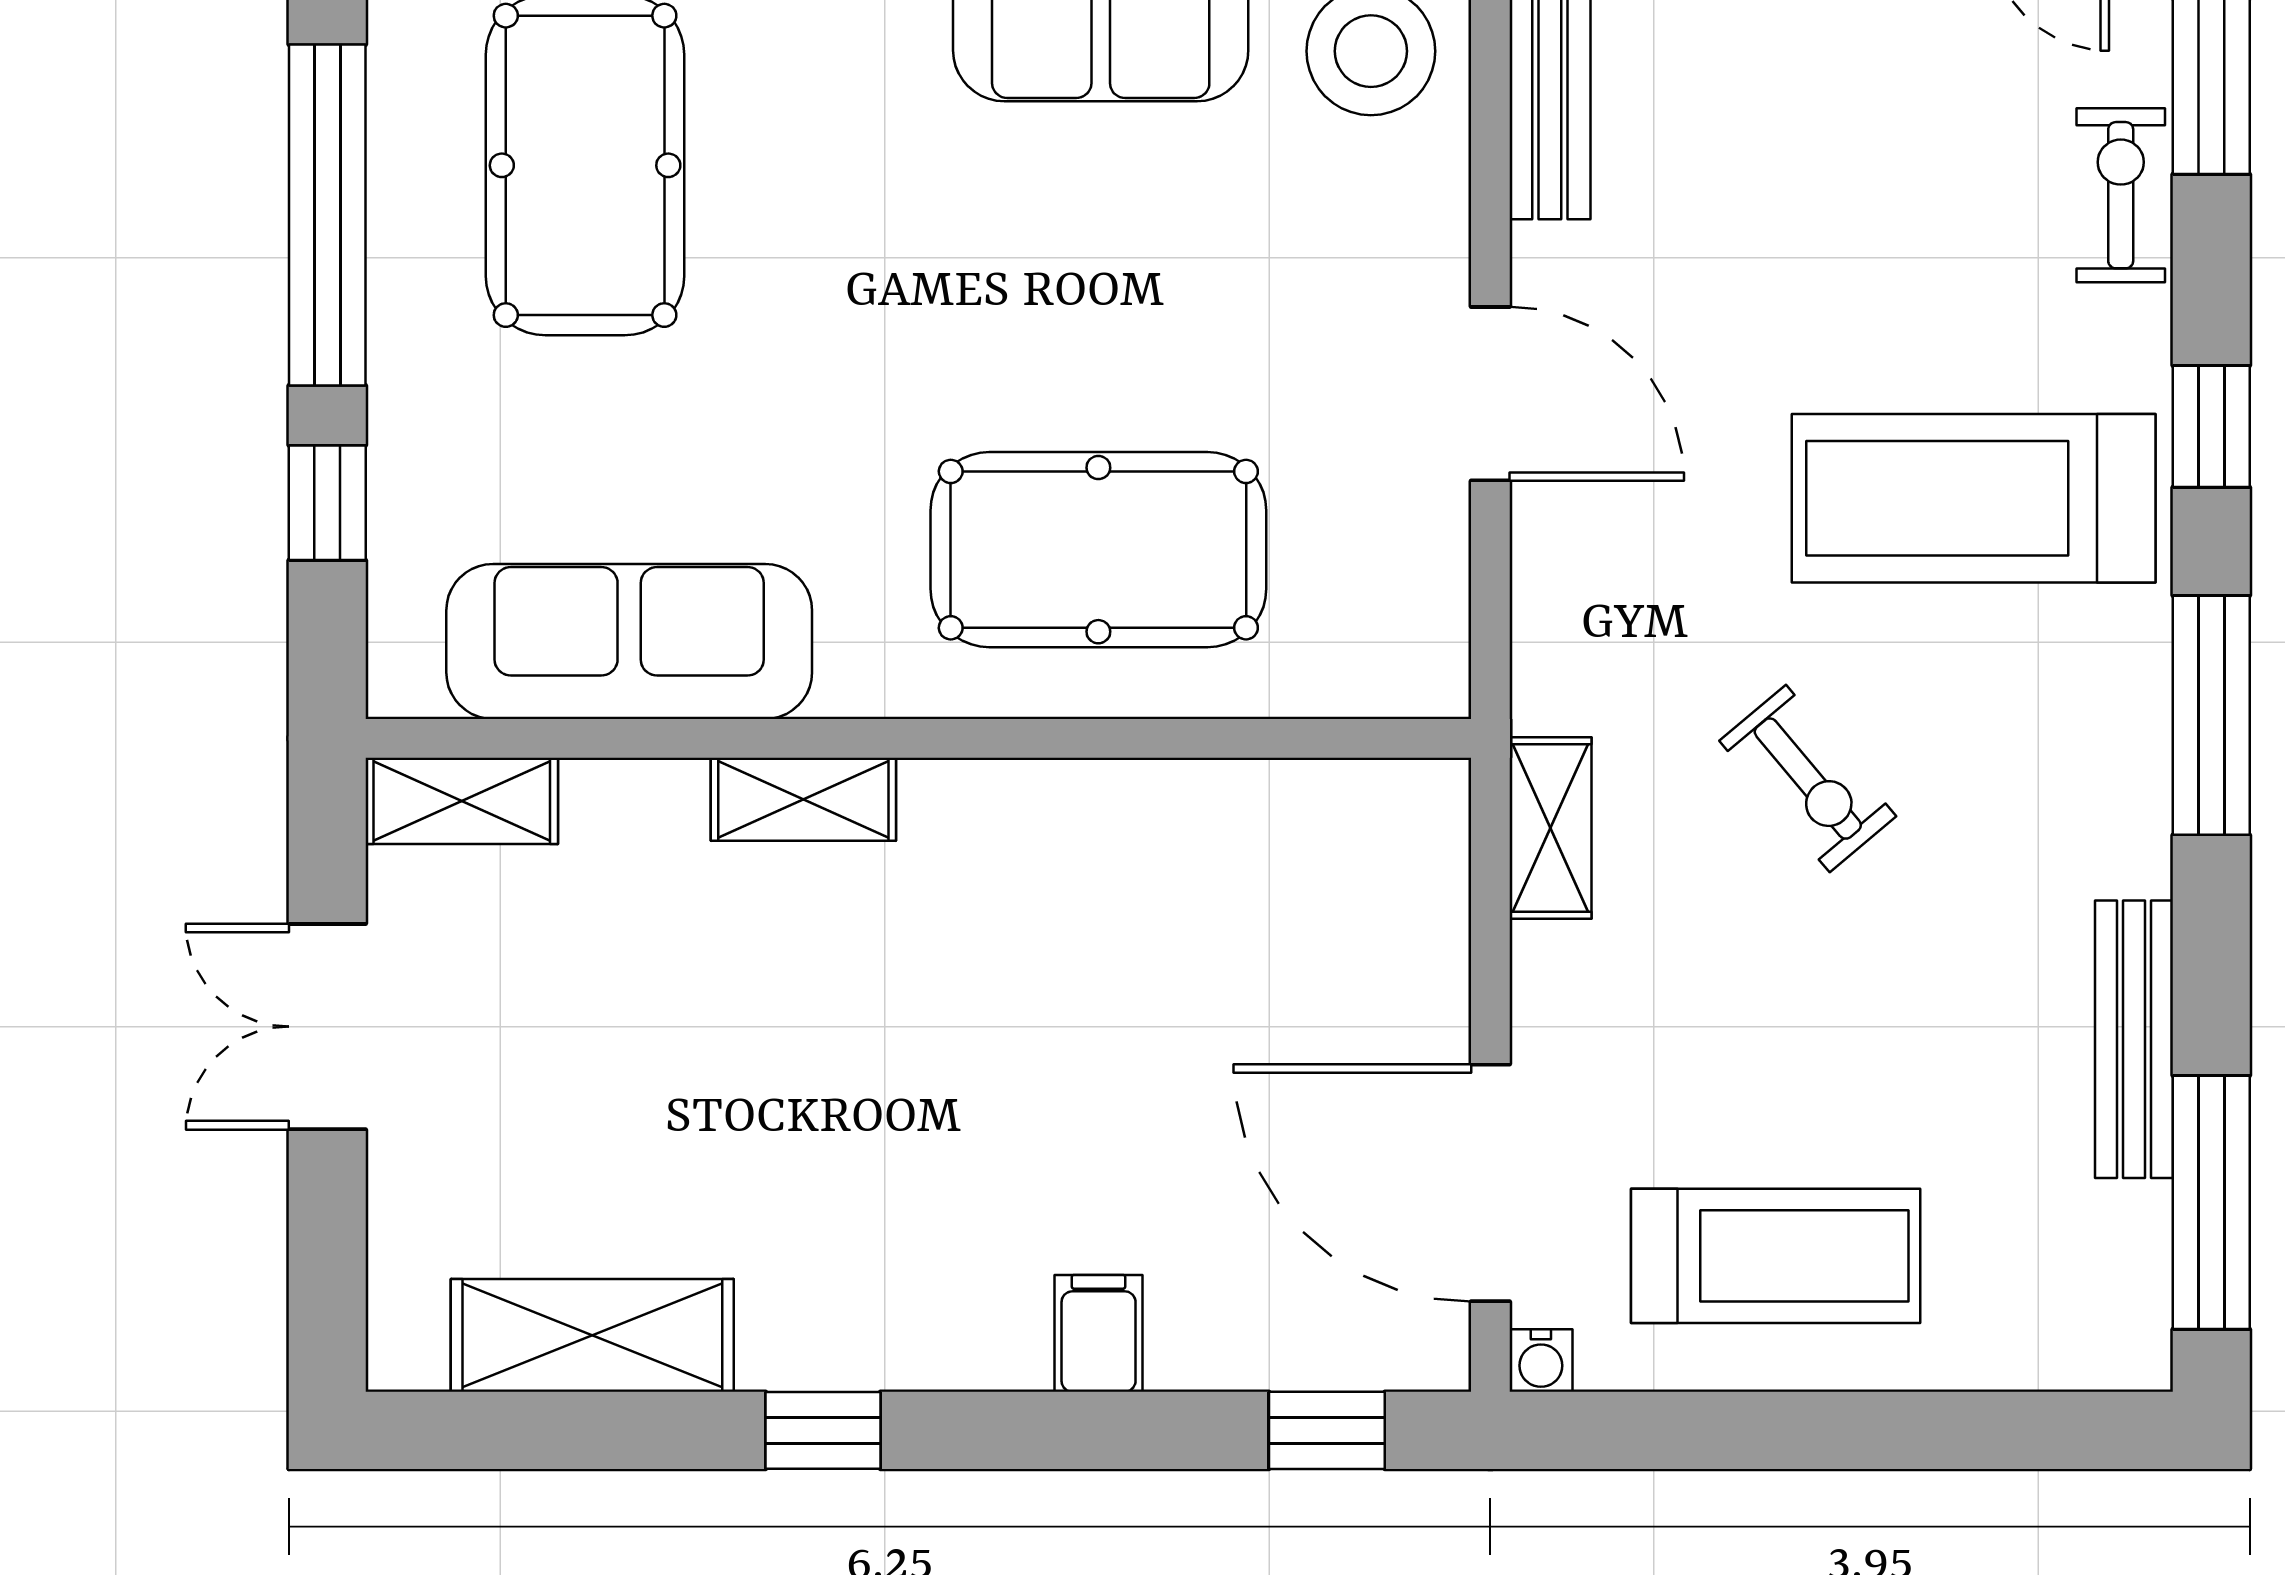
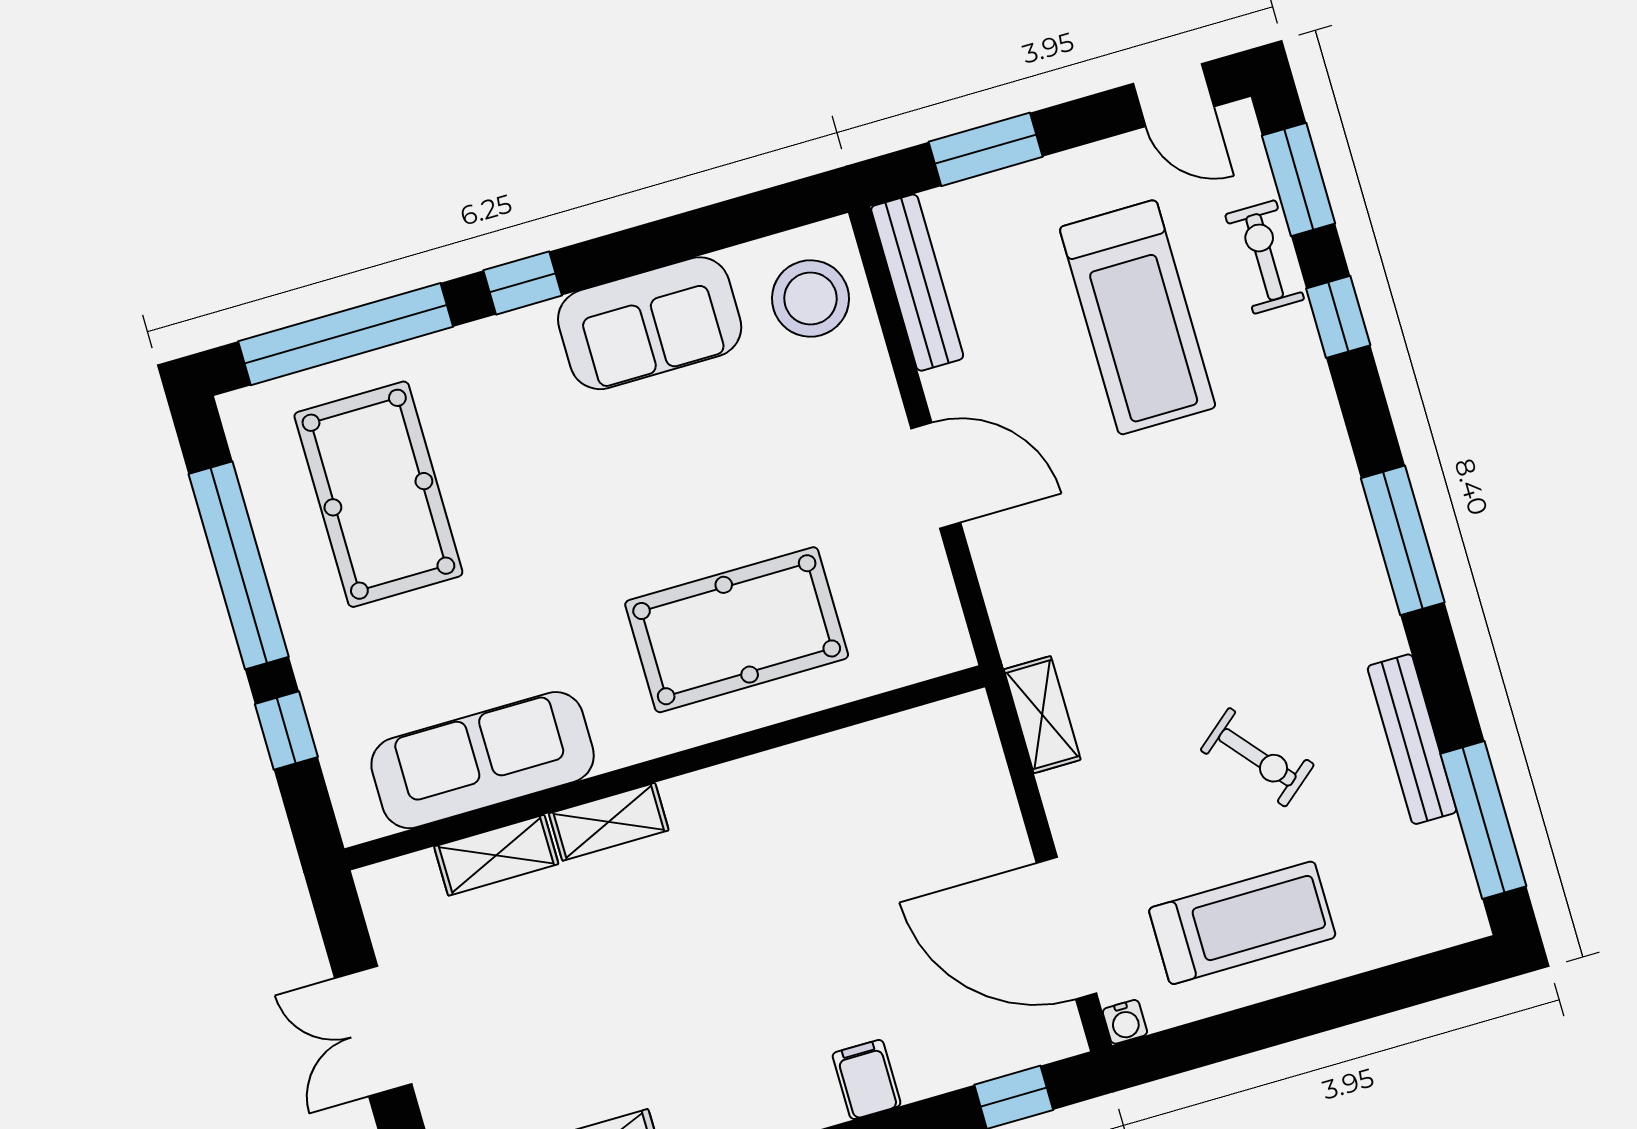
window: (2211, 426) -> (1338, 317), moved
treadmill: (1974, 498) -> (1138, 317), moved, turned -90
exercise bike: (1808, 779) -> (1257, 757), moved
shelving: (462, 801) -> (496, 855), moved

